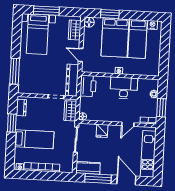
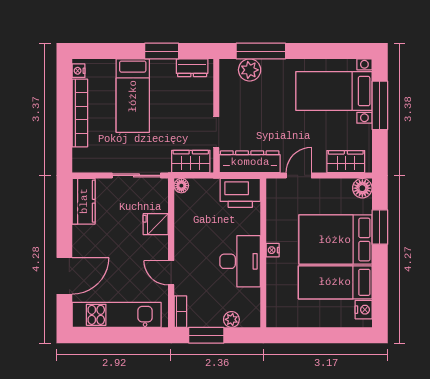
plant: (24, 78) -> (250, 70), added
window: (98, 179) -> (64, 222), removed

